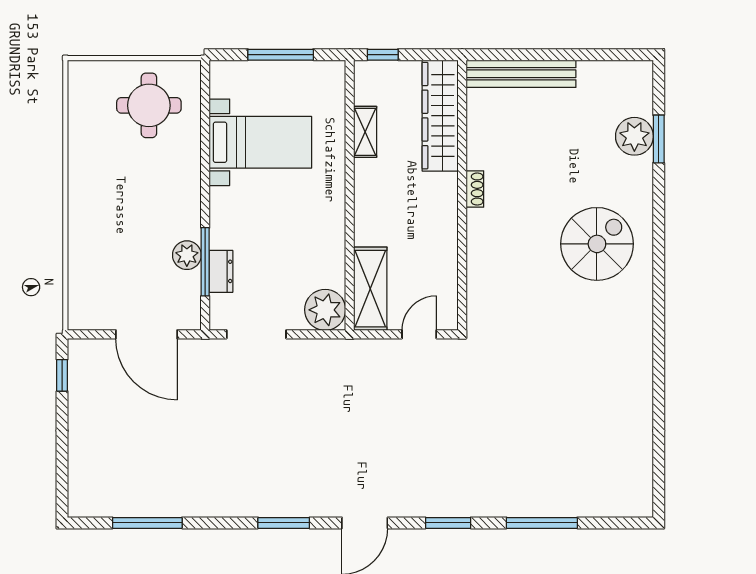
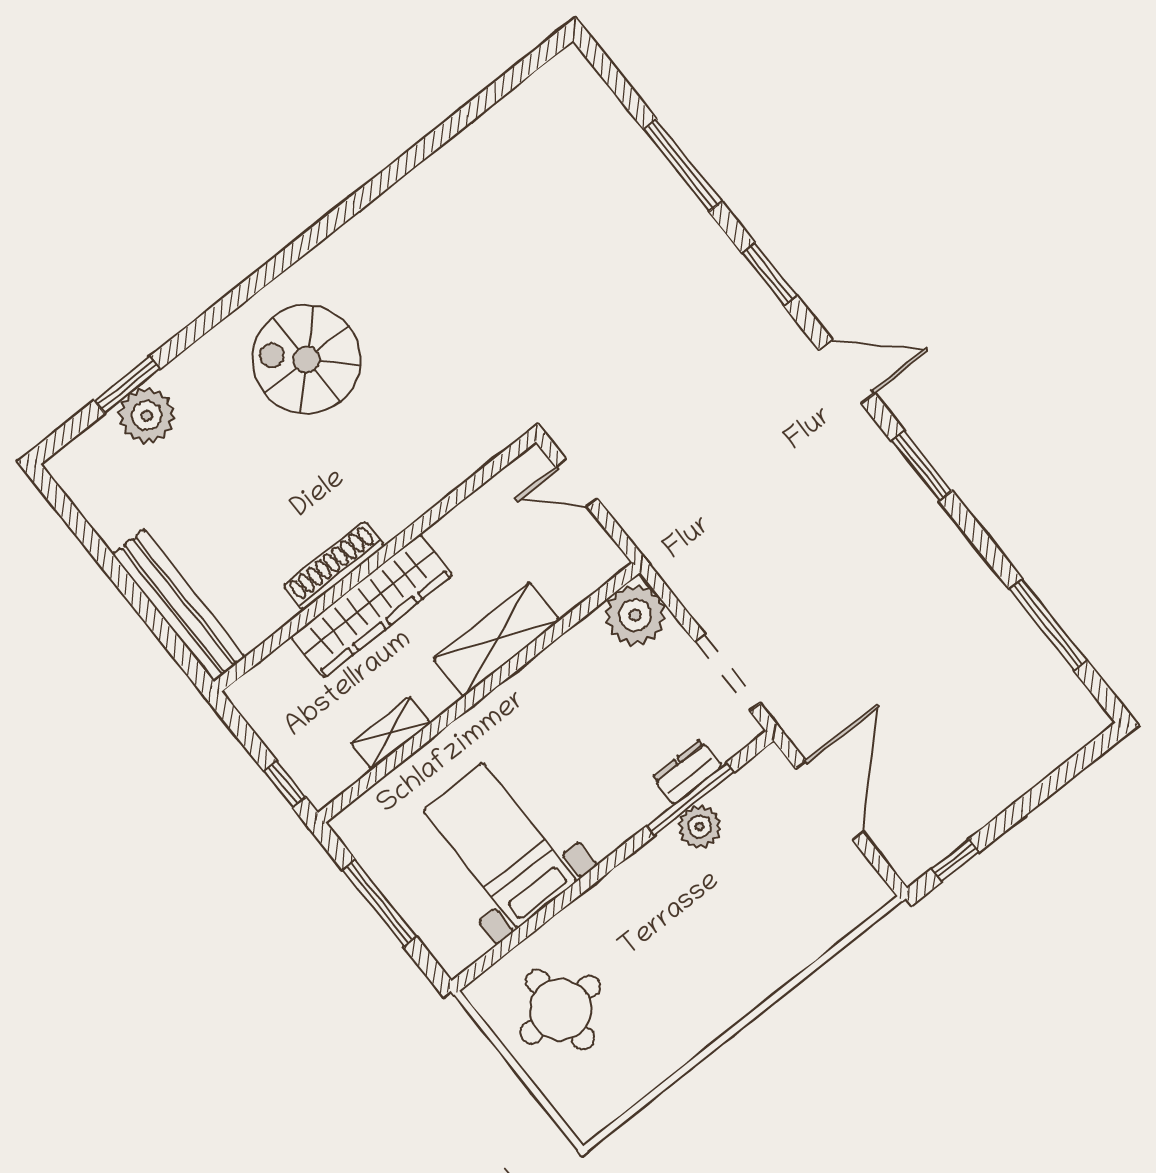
wardrobe: (440, 116) -> (372, 606), moved
shoe rack: (475, 189) -> (334, 566), width x1.94, depth x1.24
shelving: (370, 289) -> (496, 639), moved

